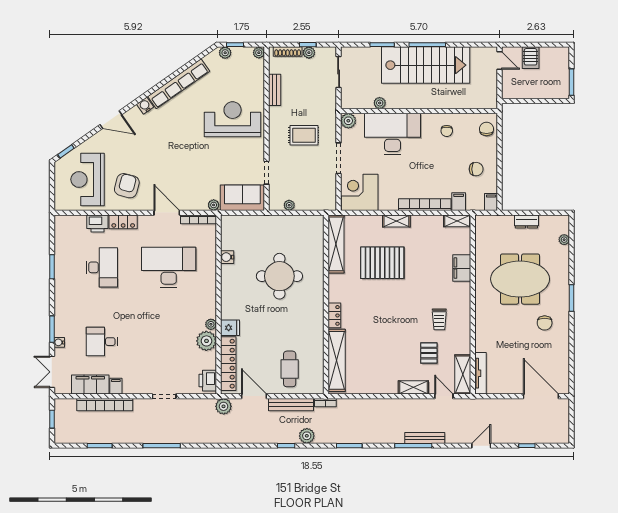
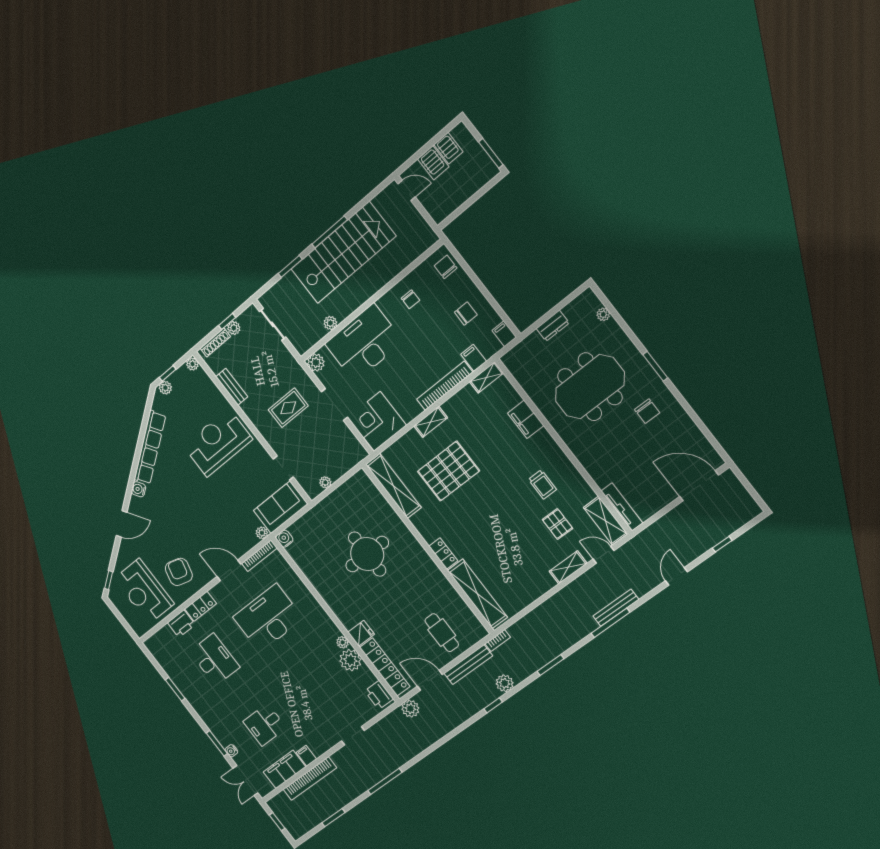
server rack: (547, 57) -> (448, 148), added
water cooler: (227, 257) -> (284, 539), moved, turned 90

